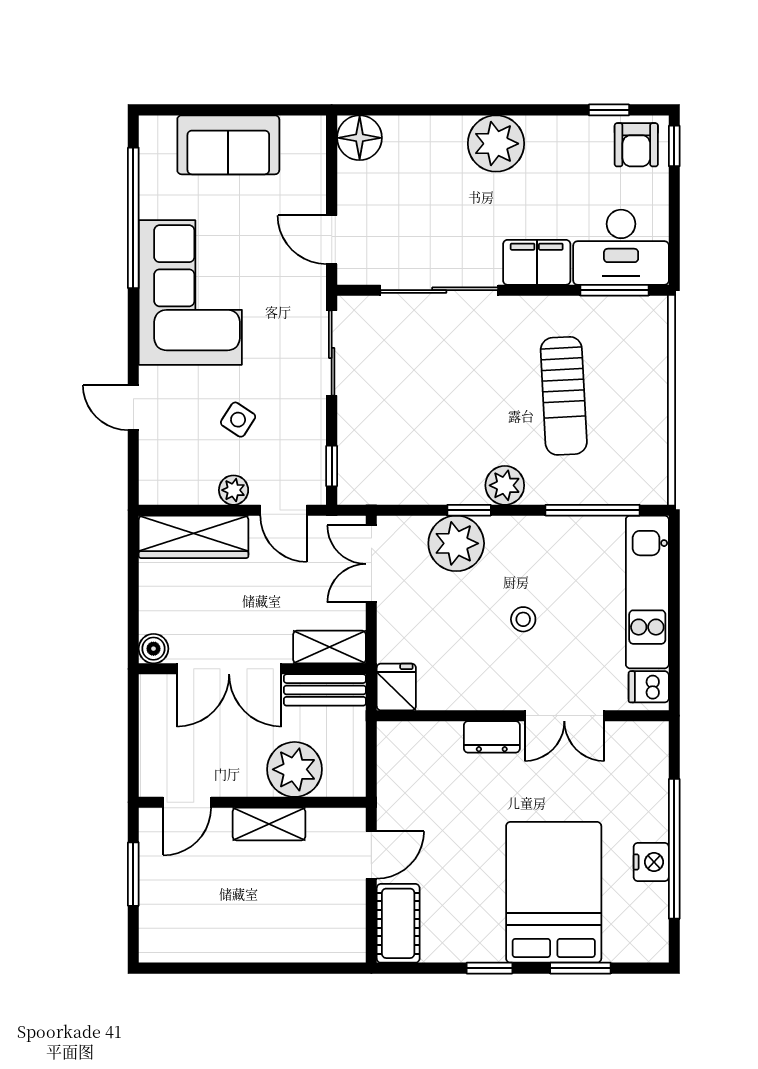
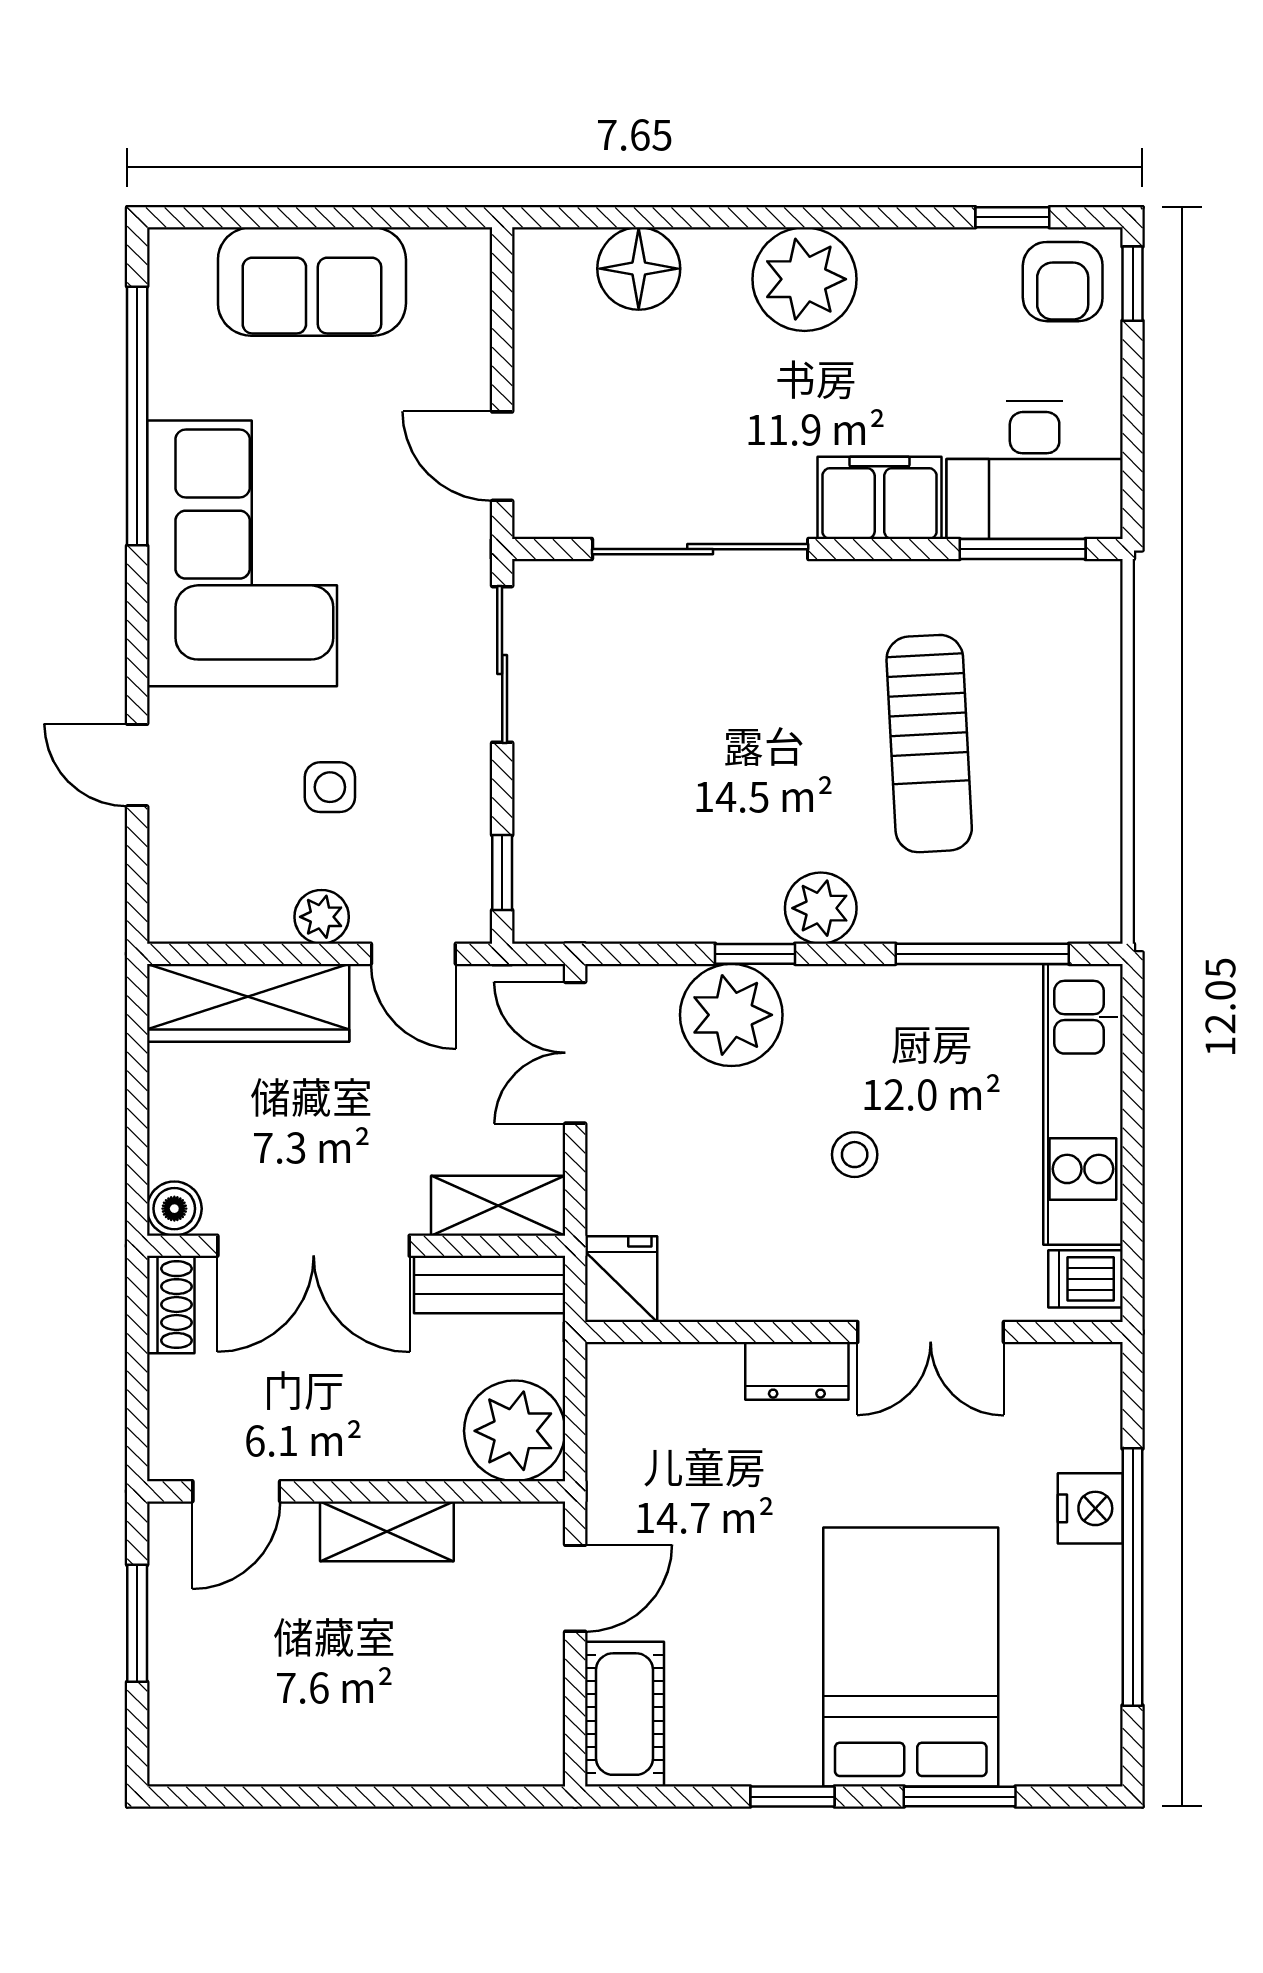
floor lamp: (360, 138) -> (639, 269), moved
side table: (238, 420) -> (330, 787), turned -33
shoe rack: (152, 701) -> (171, 1305), added
plant: (295, 769) -> (515, 1431), moved
nightstand: (651, 862) -> (1090, 1508), moved

